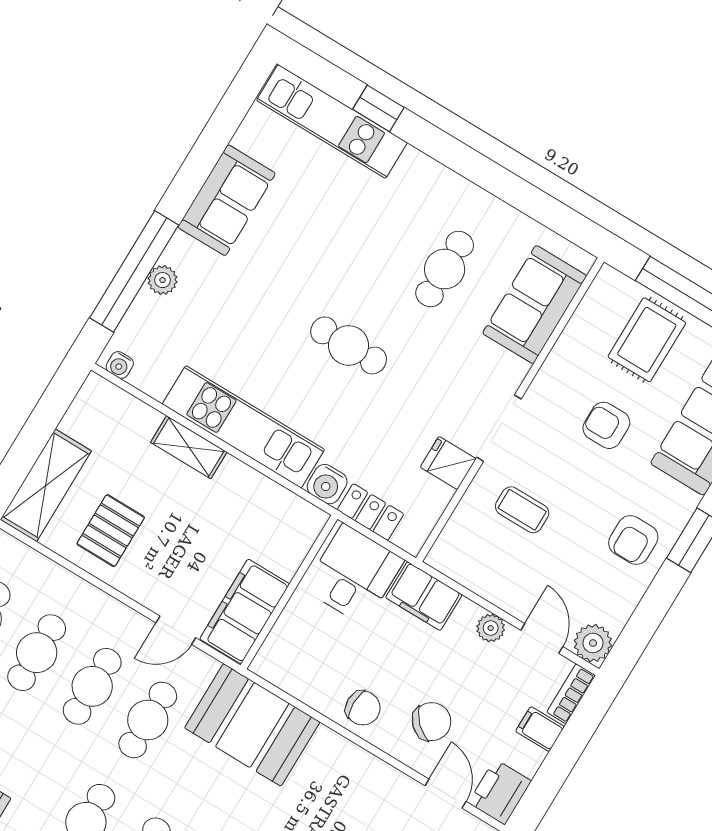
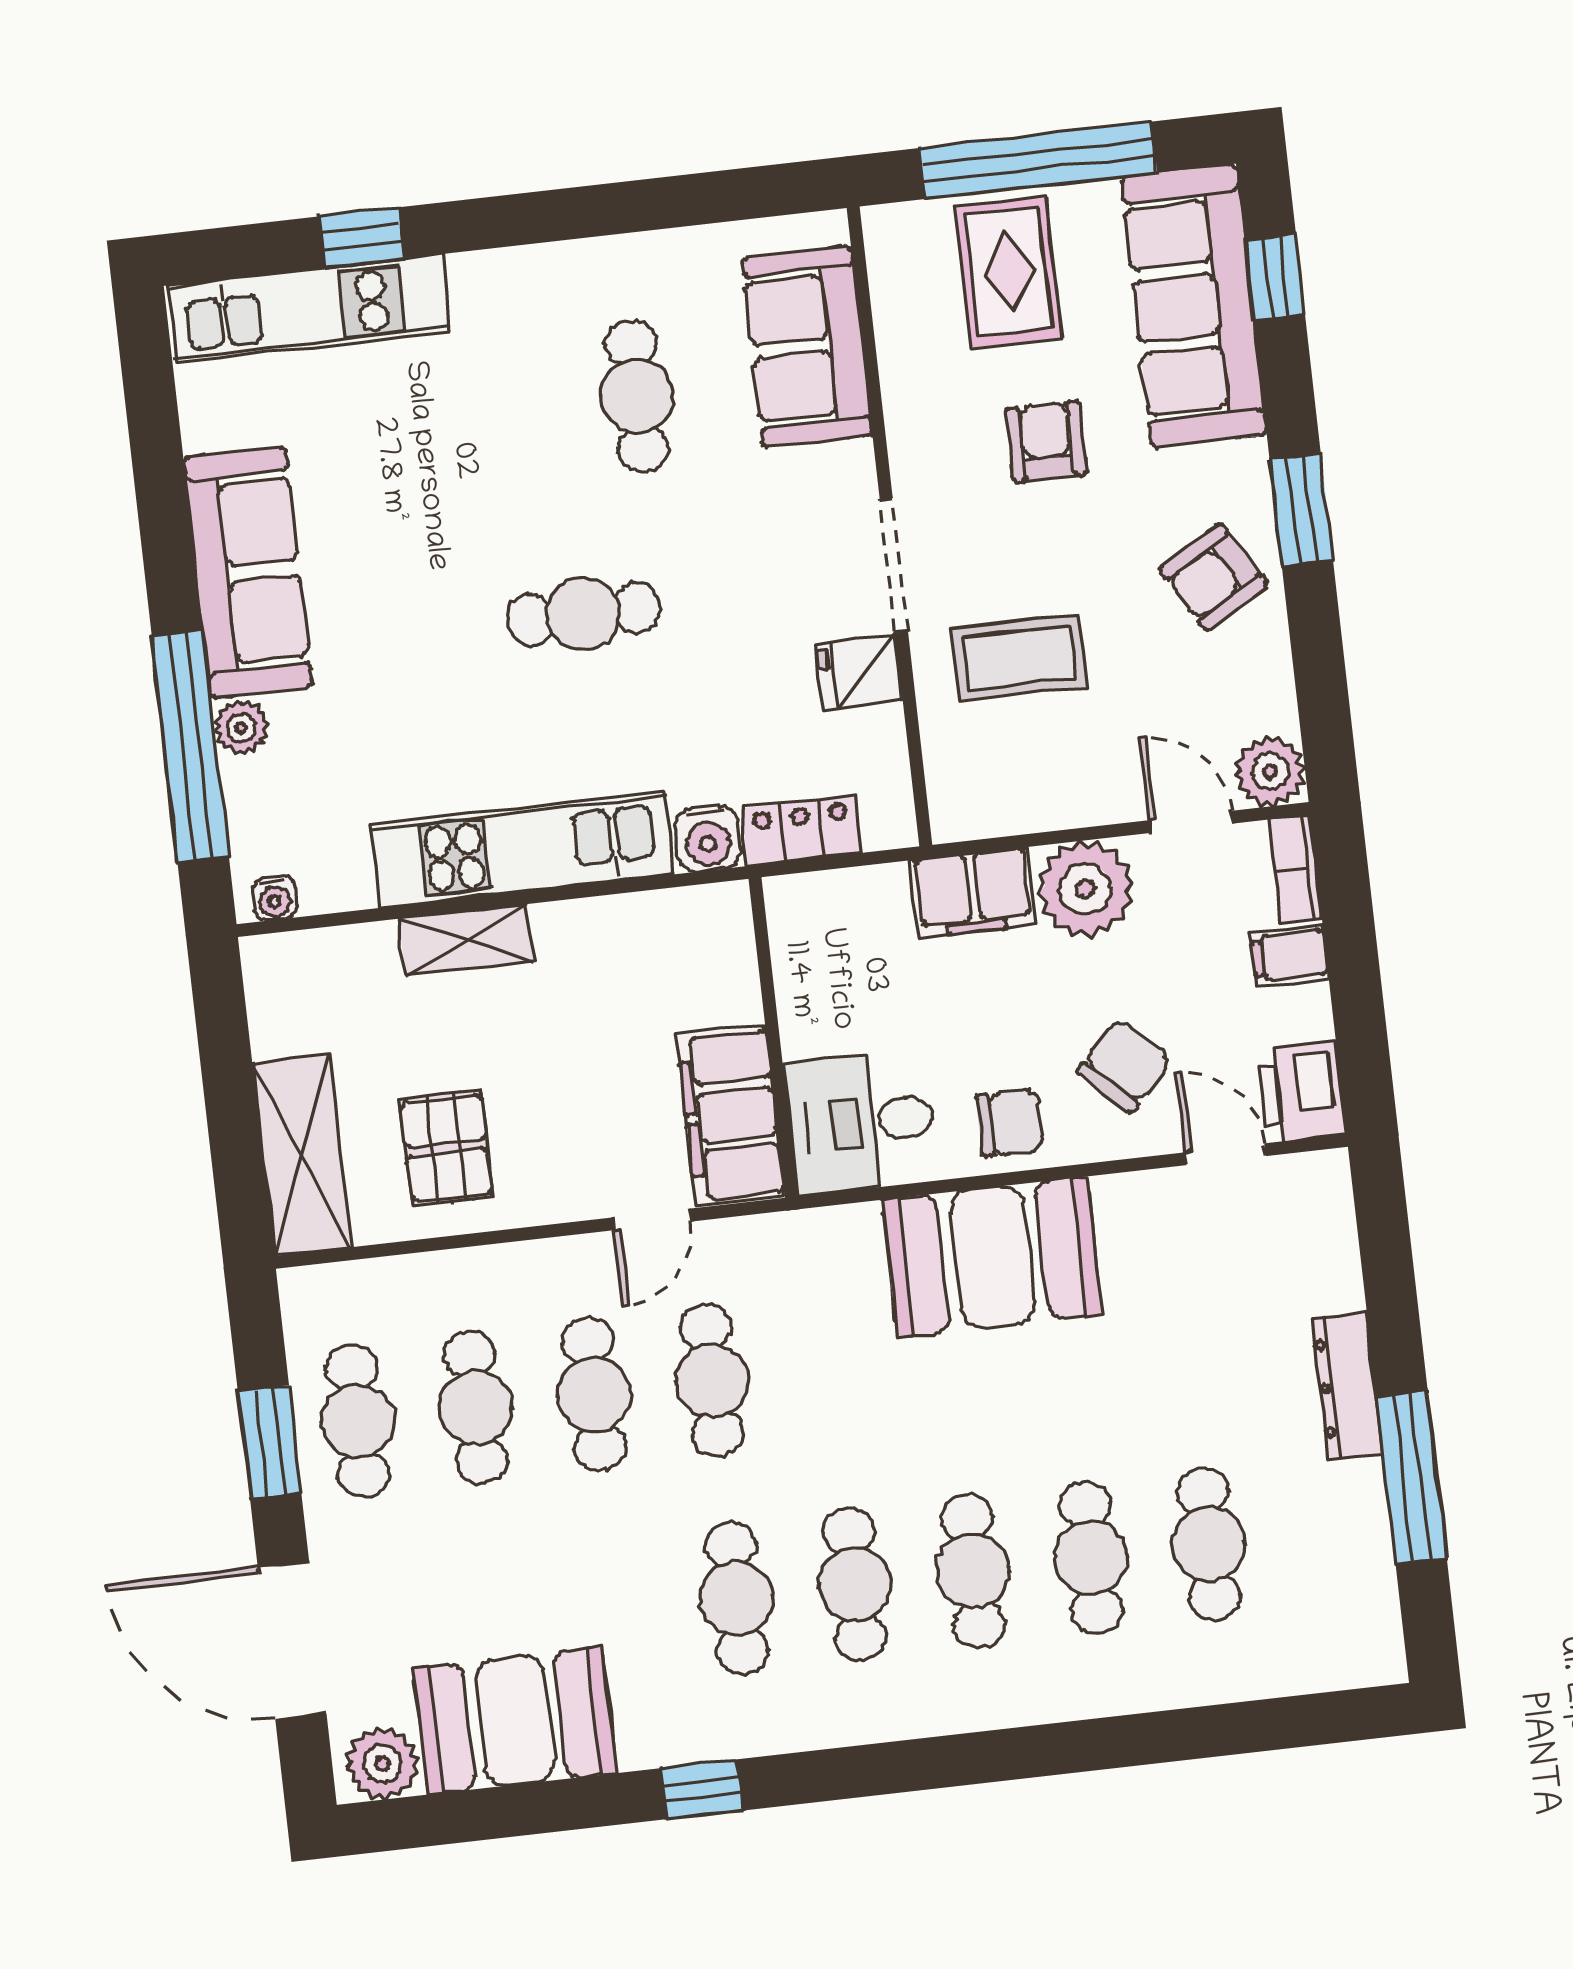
sofa: (227, 200) -> (248, 572), width x1.36
armchair: (606, 425) -> (1046, 441), turned 90
coffee table: (522, 510) -> (1019, 658), width x1.36, depth x1.30
armchair: (633, 540) -> (1213, 577), turned 59
desk: (354, 574) -> (861, 1122), moved, turned -90
plant: (491, 628) -> (1086, 889), width x1.87, depth x1.87
booth: (252, 725) -> (992, 1257), moved

